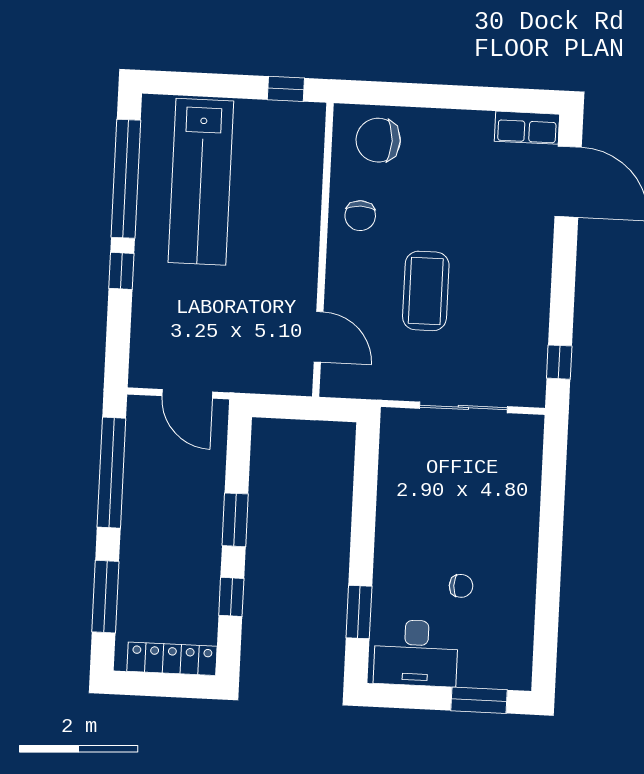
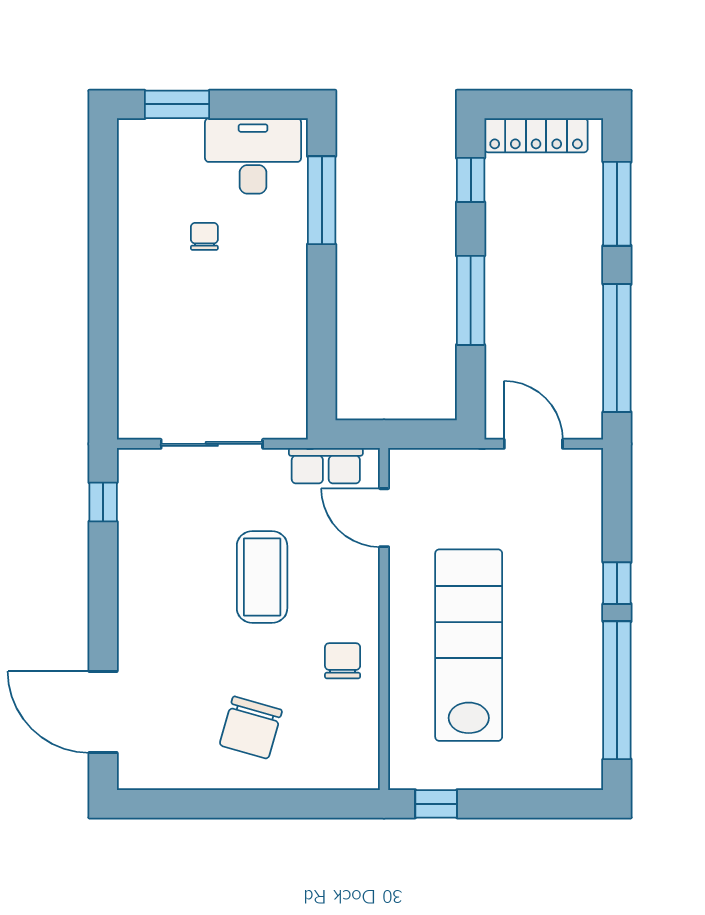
row of seats: (527, 128) -> (326, 466), moved, turned 180
chair: (378, 140) -> (251, 728), moved, turned 106
lab bench: (201, 182) -> (469, 645), moved
window: (235, 520) -> (471, 300), width x1.44
chair: (461, 586) -> (204, 236), turned 90
window: (231, 597) -> (471, 180), moved
window: (359, 612) -> (322, 200), width x1.44

